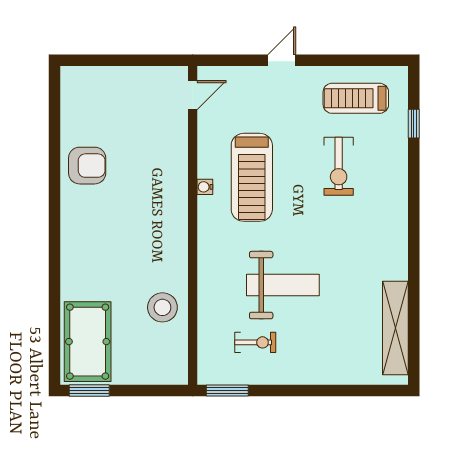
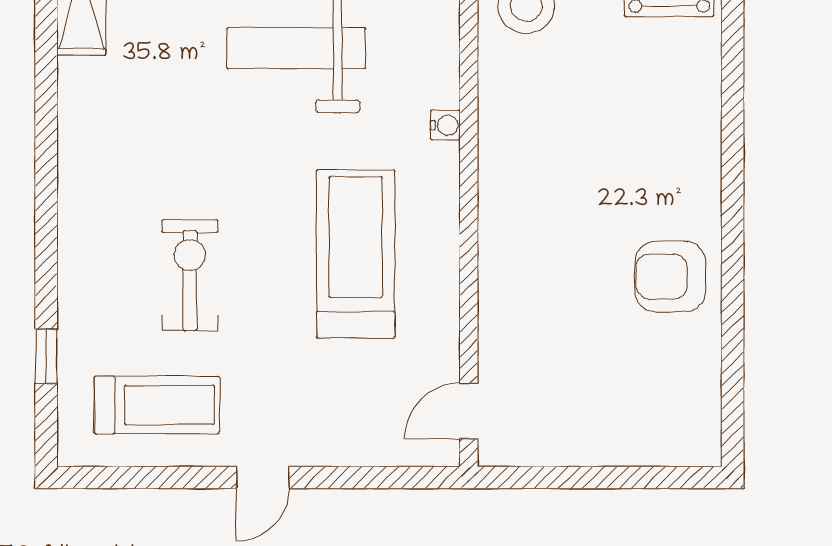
door: (282, 60) -> (263, 477), moved
water cooler: (205, 187) -> (445, 125), moved

